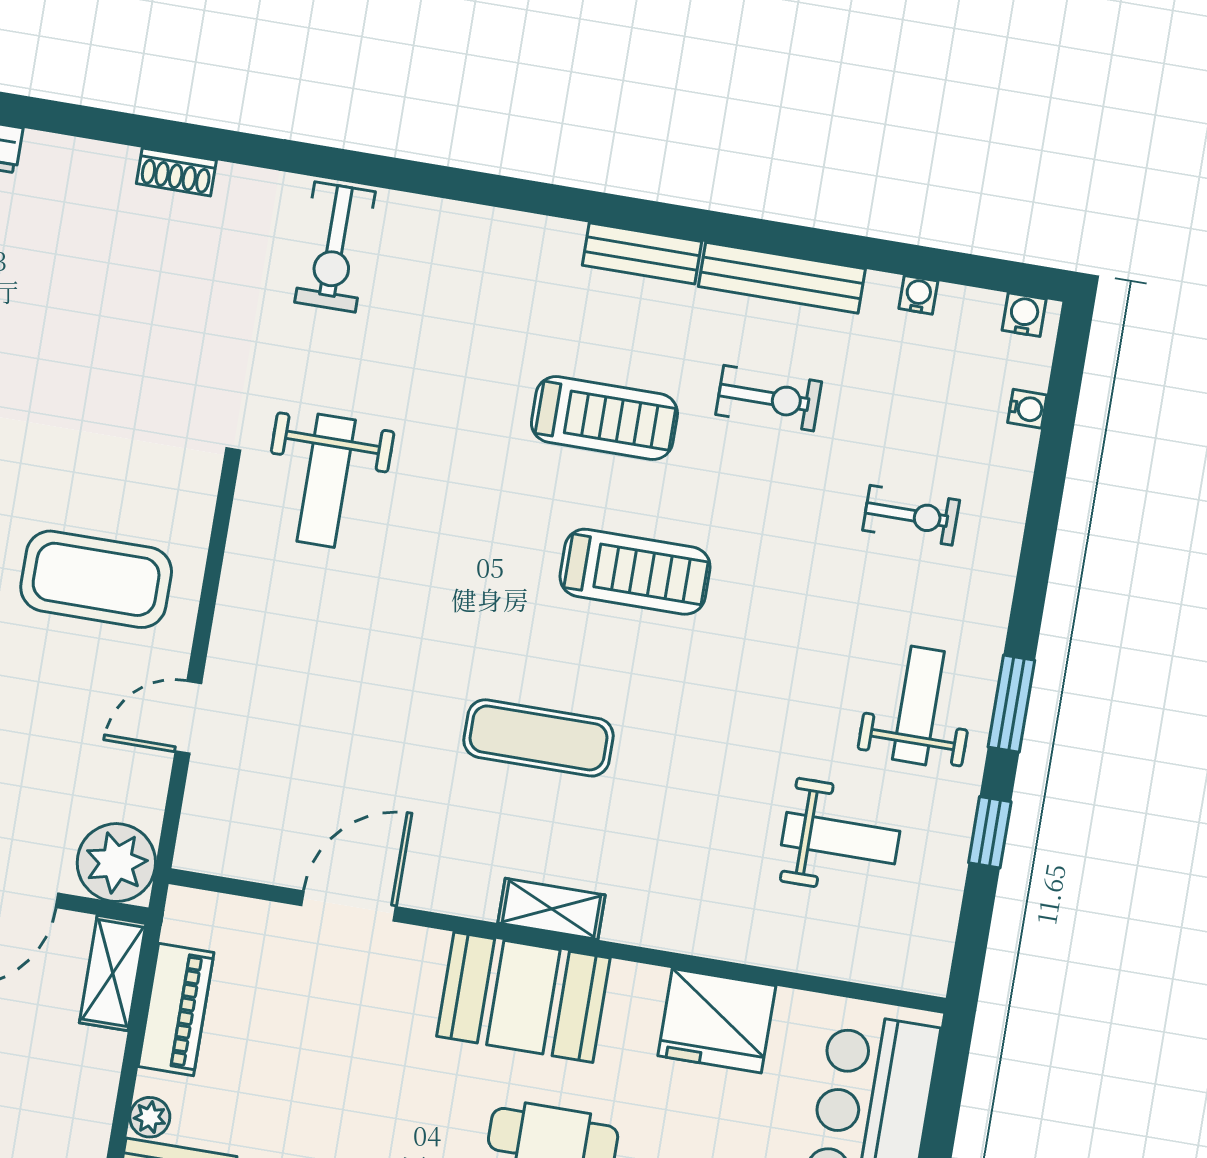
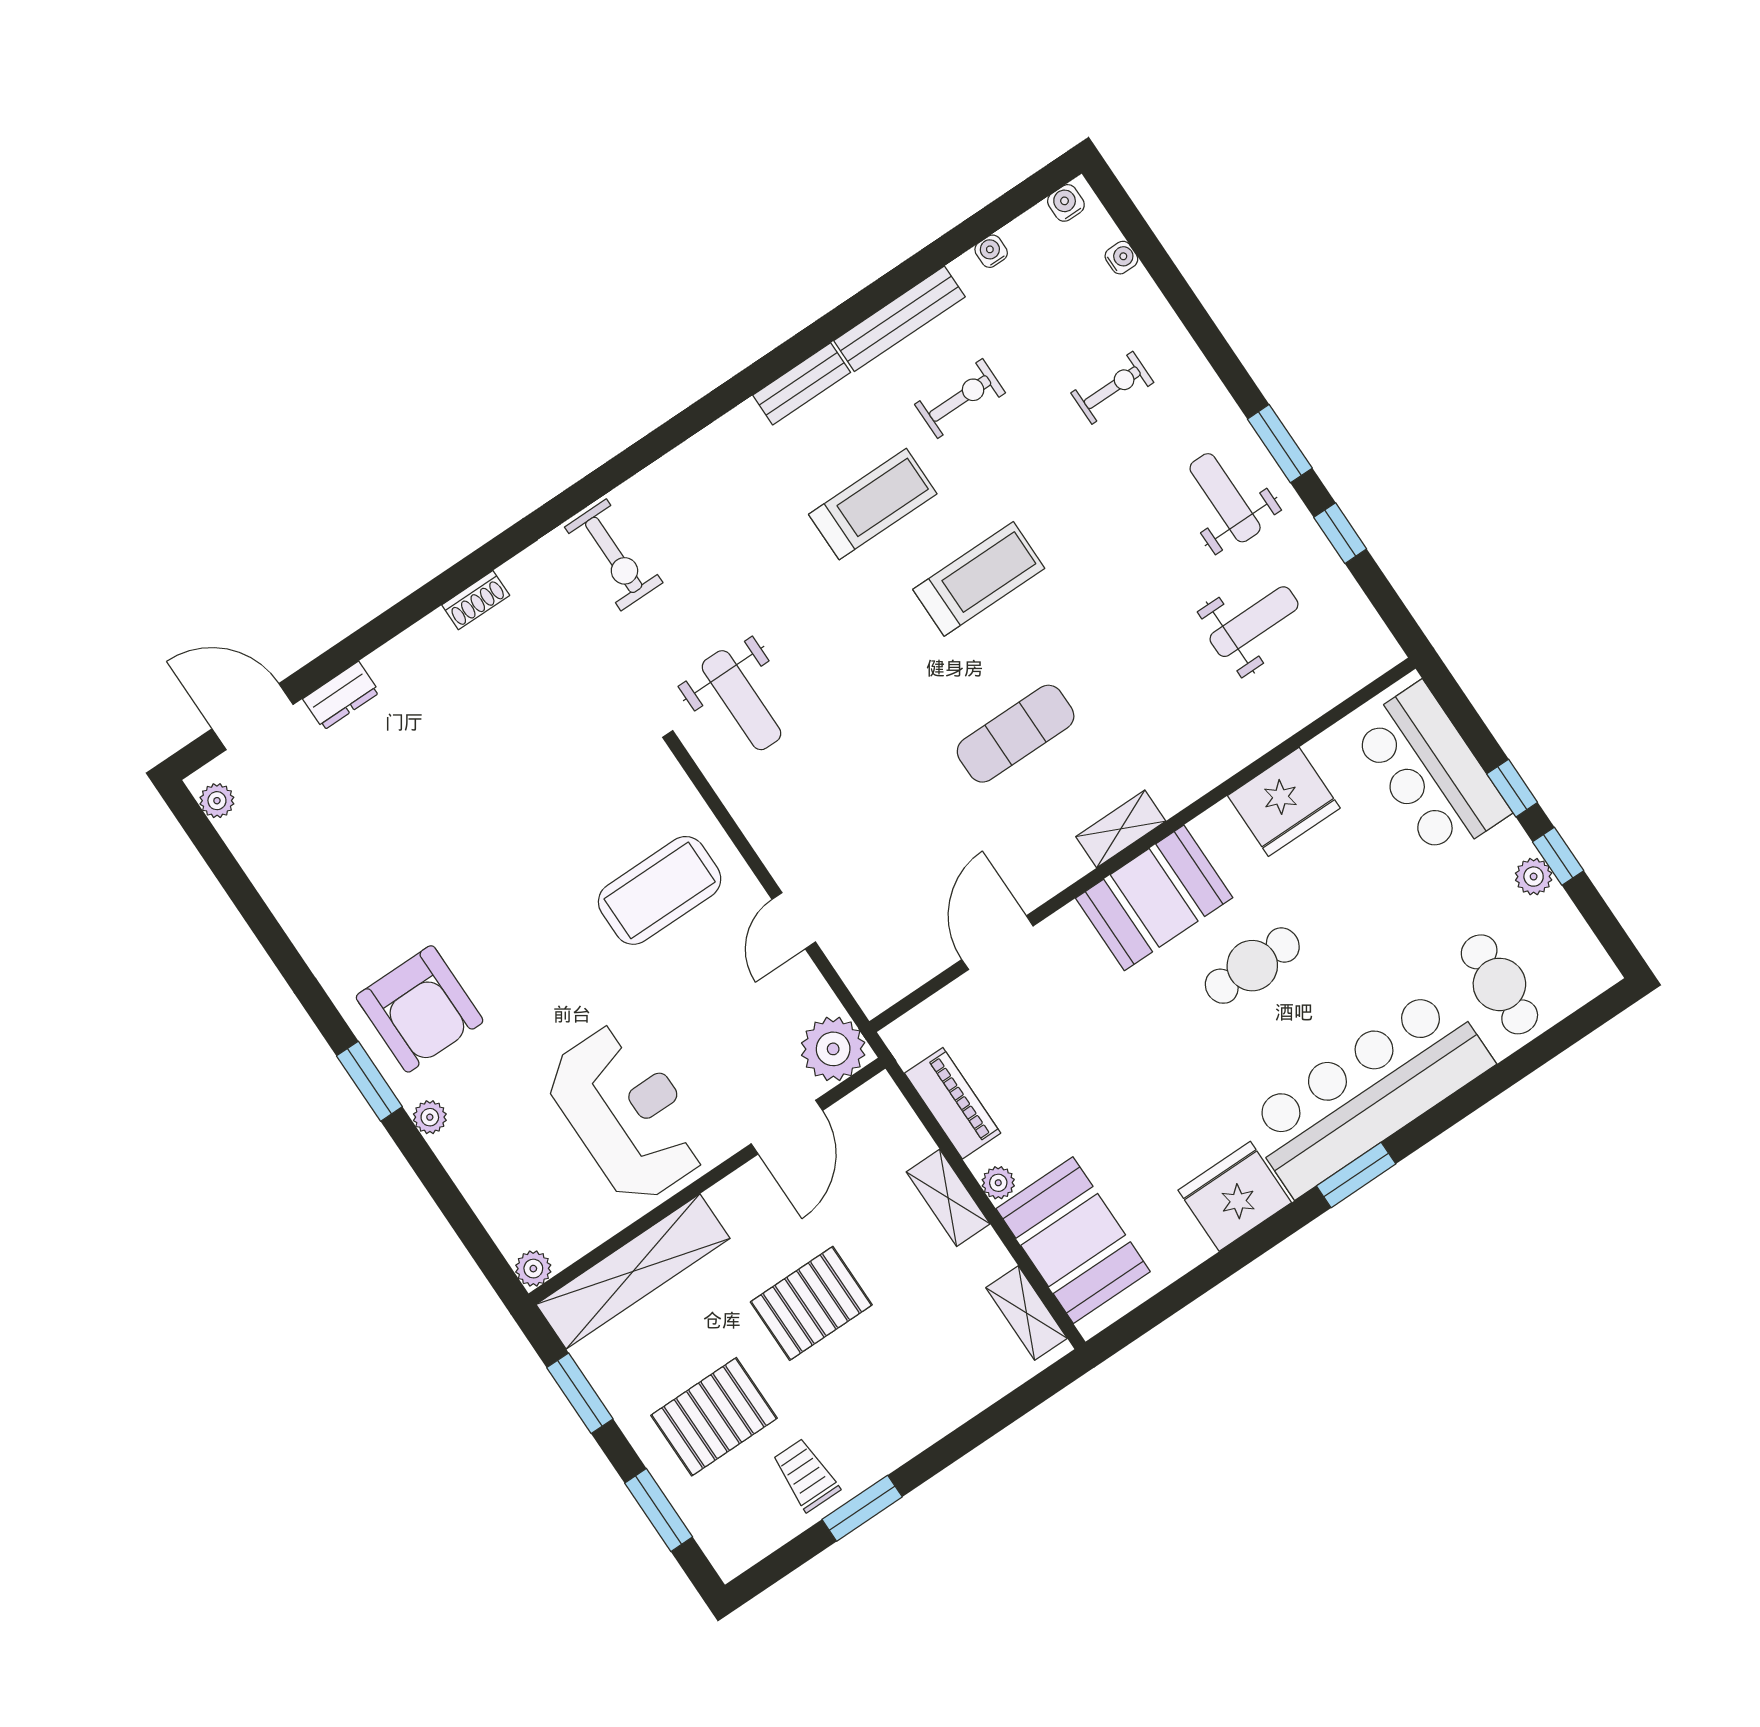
shelving: (113, 973) -> (948, 1198), moved

